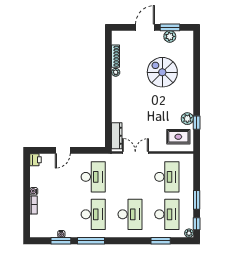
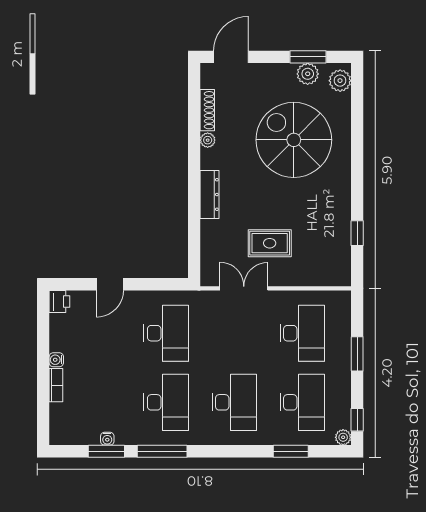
door: (145, 27) -> (231, 57), moved
spiral stairs: (162, 72) -> (294, 140), width x1.37, depth x1.37
plant: (187, 119) -> (340, 81), moved
dresser: (117, 136) -> (210, 195), moved
rug: (178, 137) -> (270, 243), moved
window: (197, 200) -> (357, 354), moved

